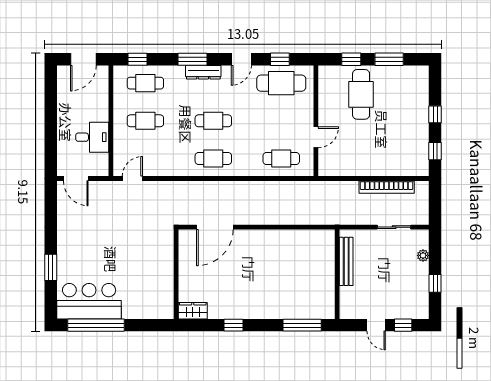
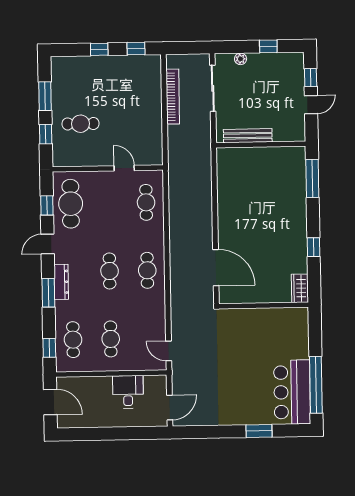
door: (241, 59) -> (48, 244), swing flipped
cafe table: (361, 94) -> (81, 124), width x0.73, depth x0.74
sliding door: (394, 227) -> (213, 88), width x1.37

